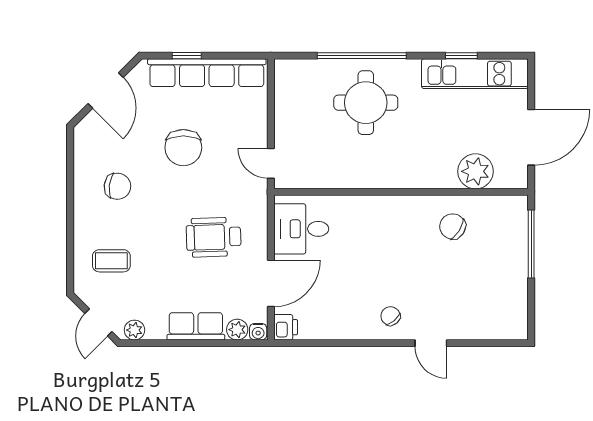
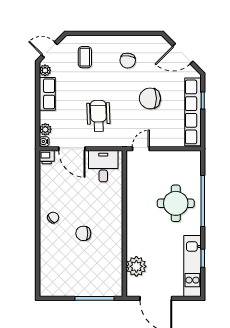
chair: (453, 226) -> (83, 233), moved, turned -122
row of seats: (196, 326) -> (47, 94), moved
door: (431, 343) -> (38, 241), removed

